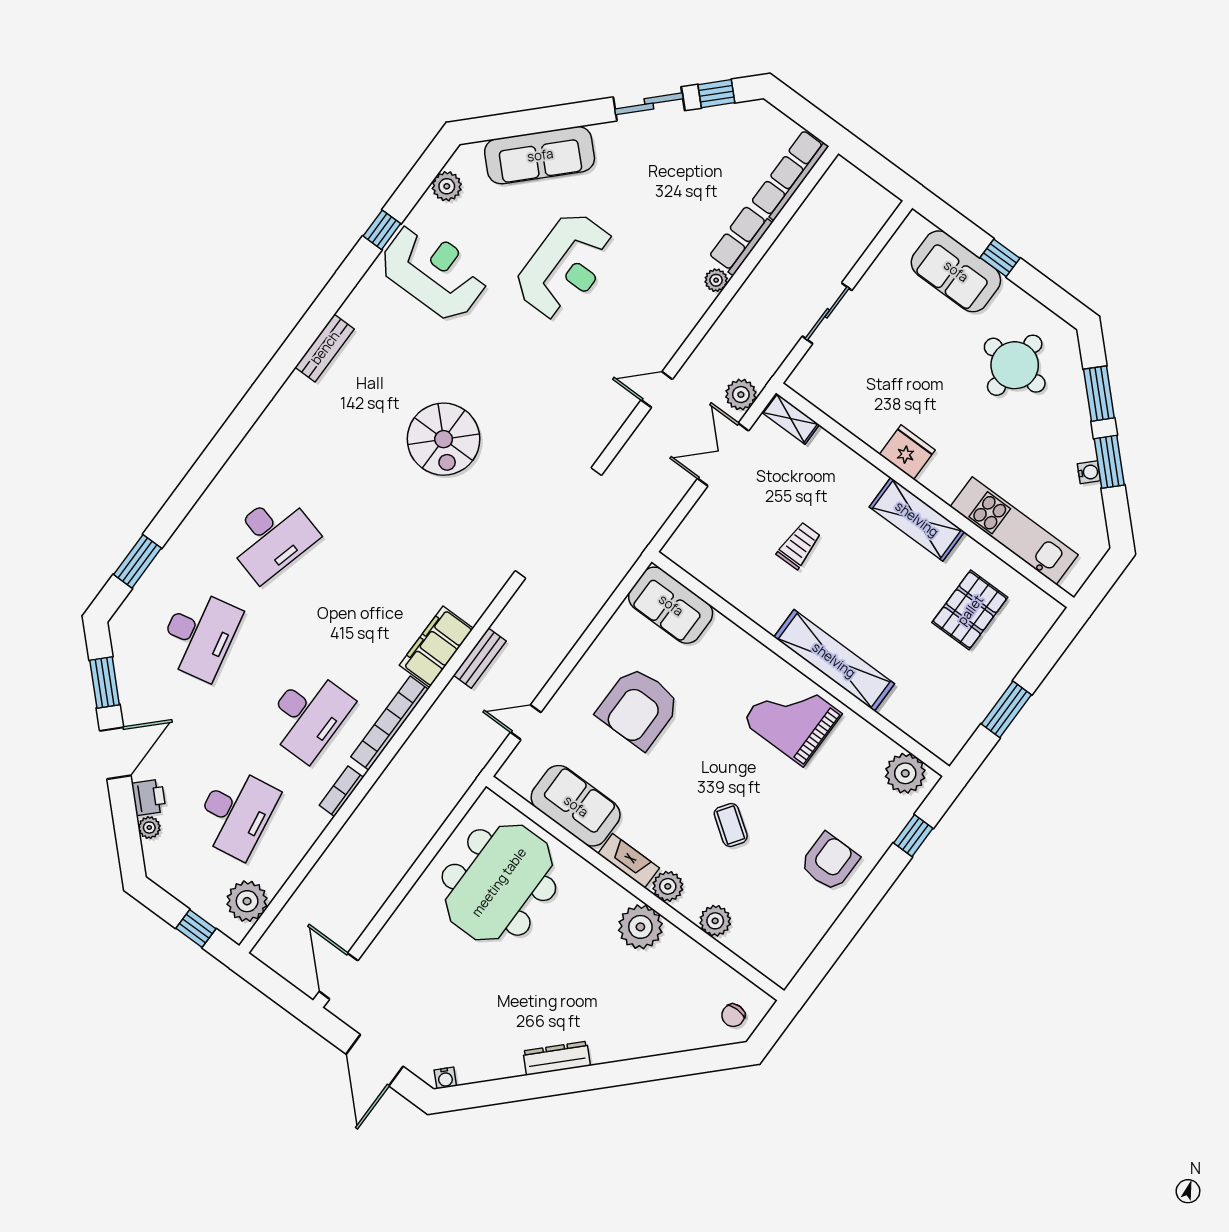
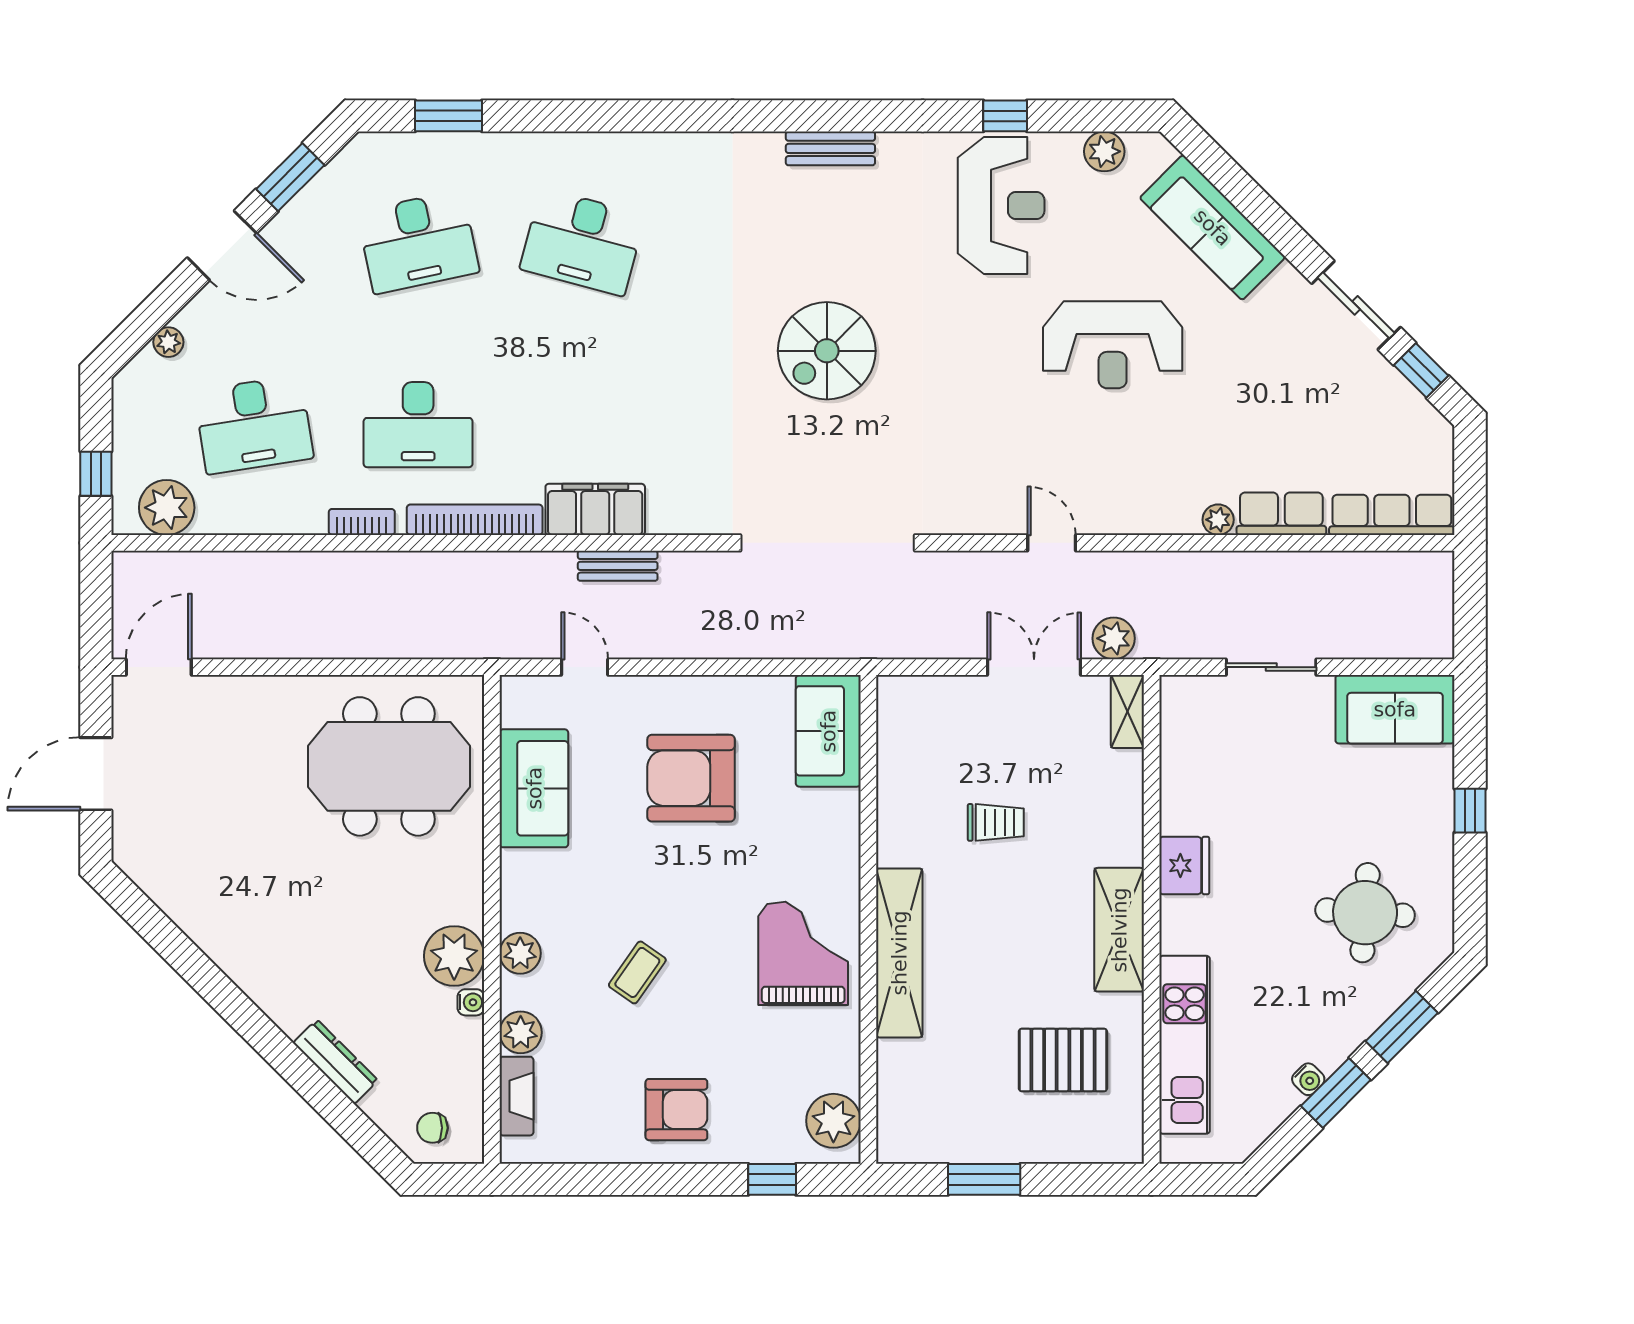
sofa: (956, 271) -> (1395, 709), moved, turned -90
printer: (149, 797) -> (201, 317), removed
fireplace: (629, 861) -> (516, 1096), moved
dresser: (557, 1058) -> (335, 1062), moved
water cooler: (445, 1078) -> (471, 1002), moved, turned -135

